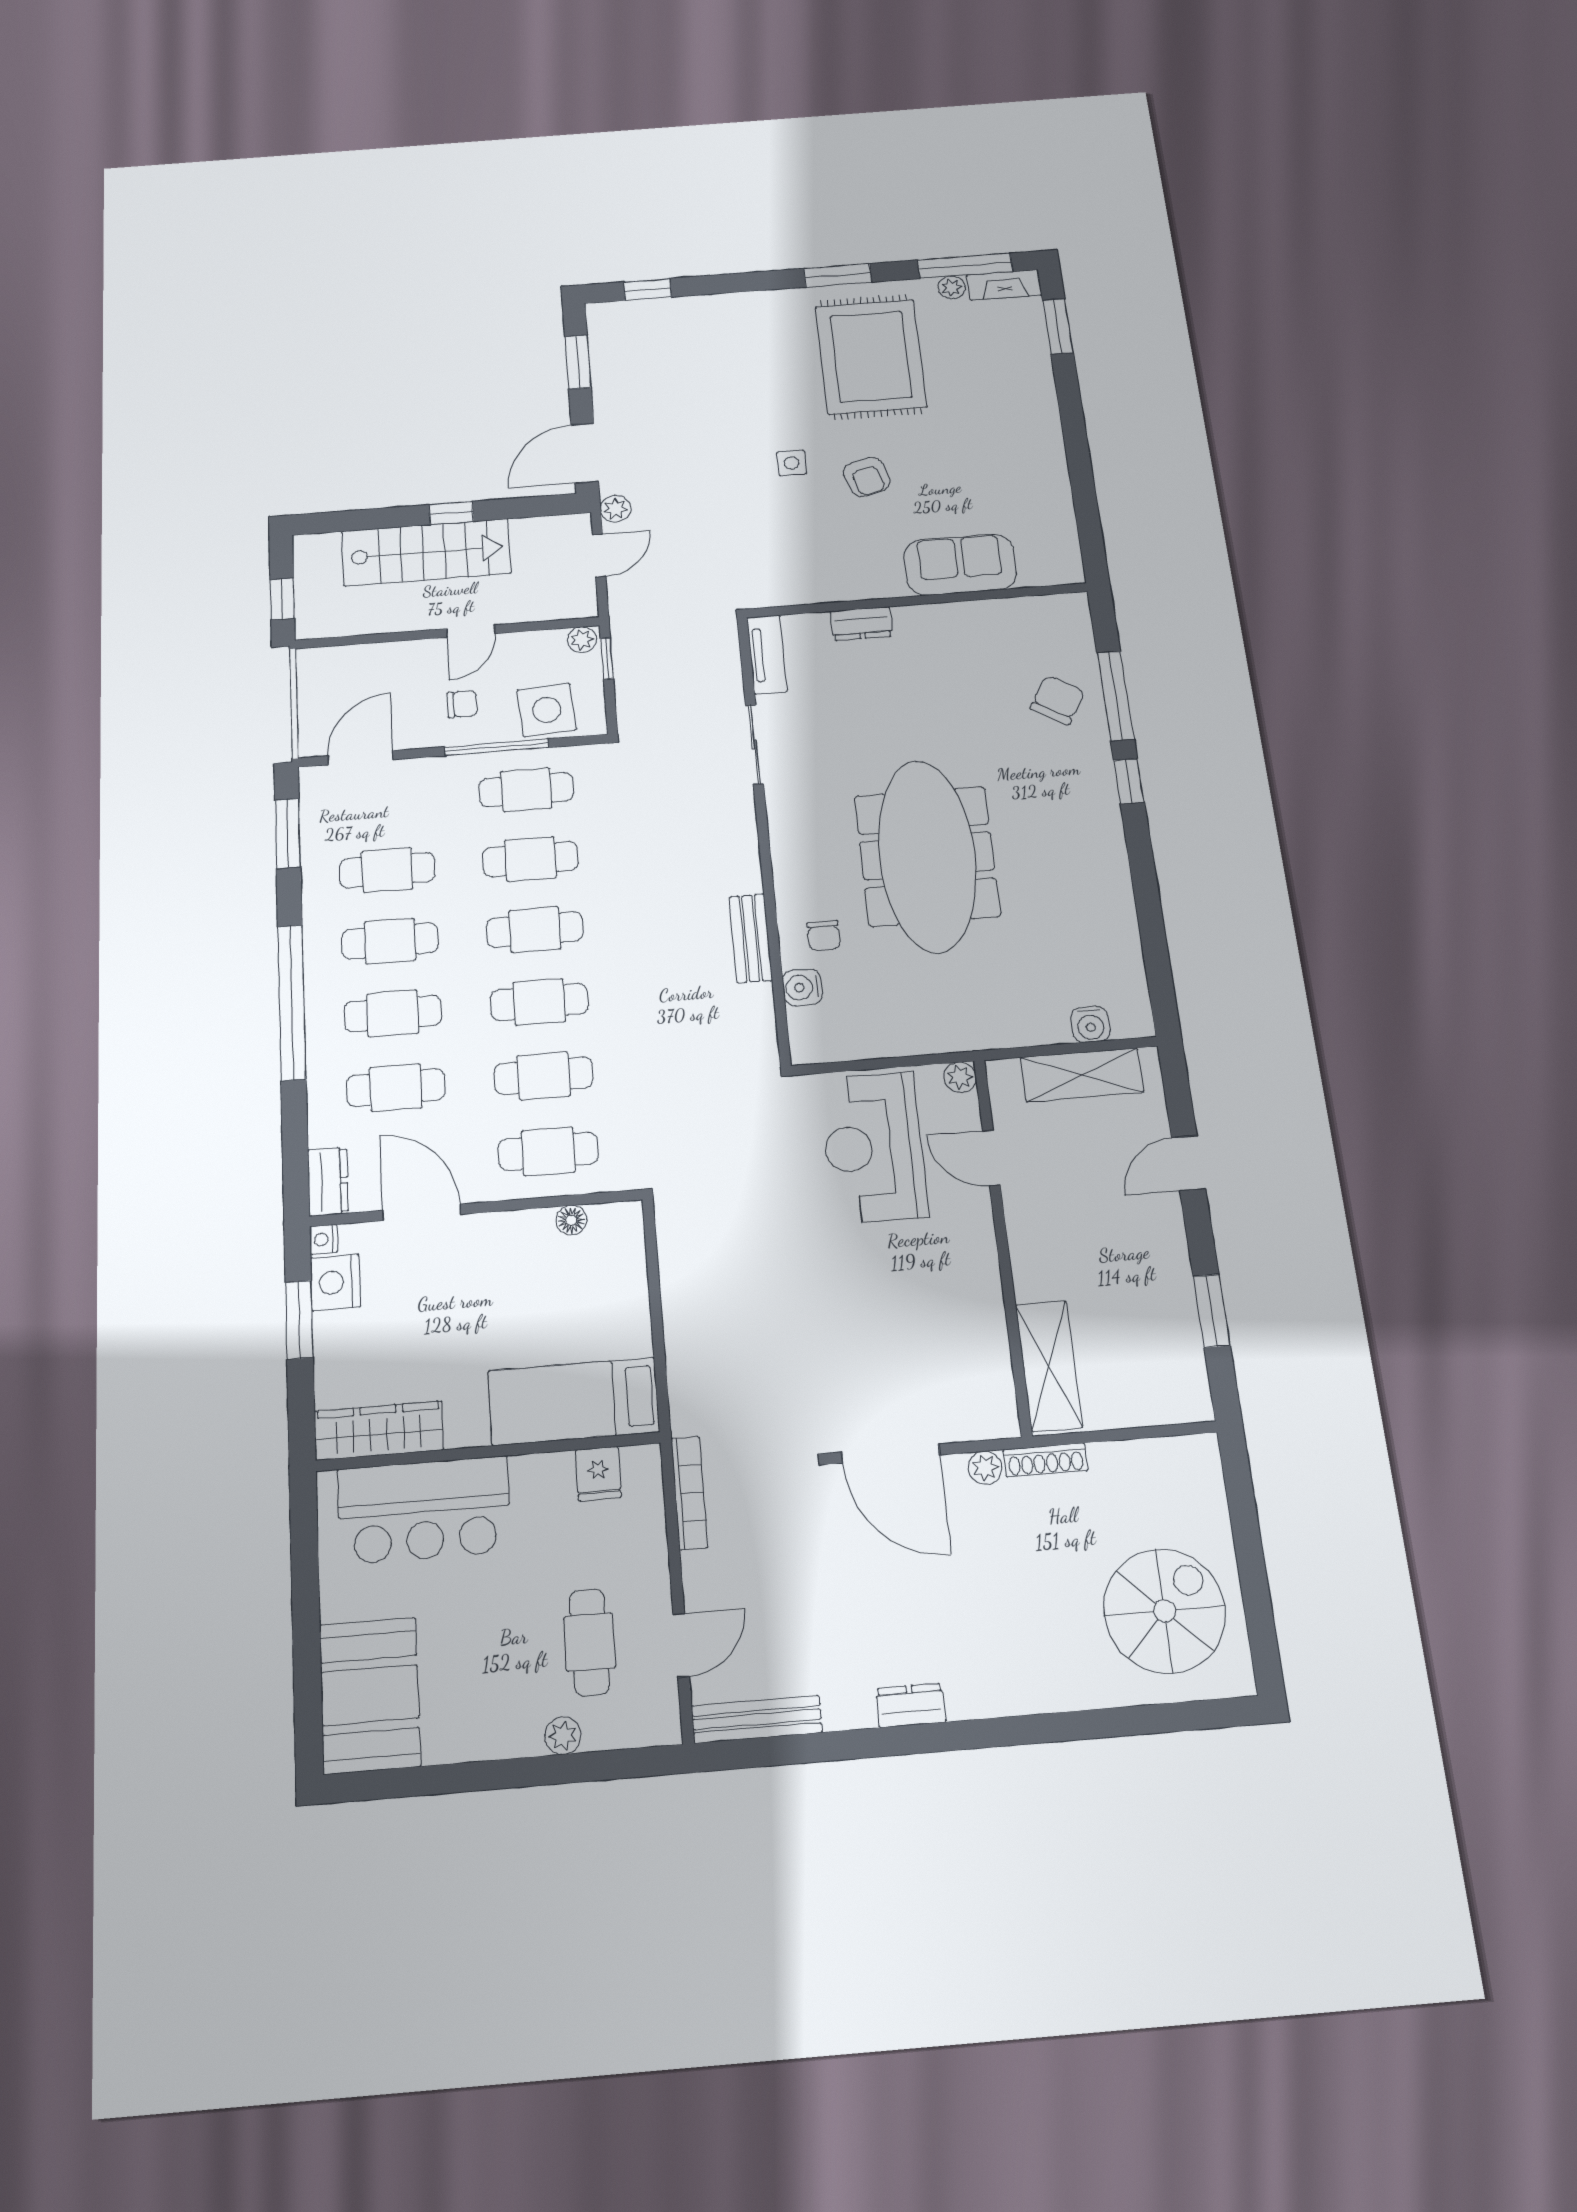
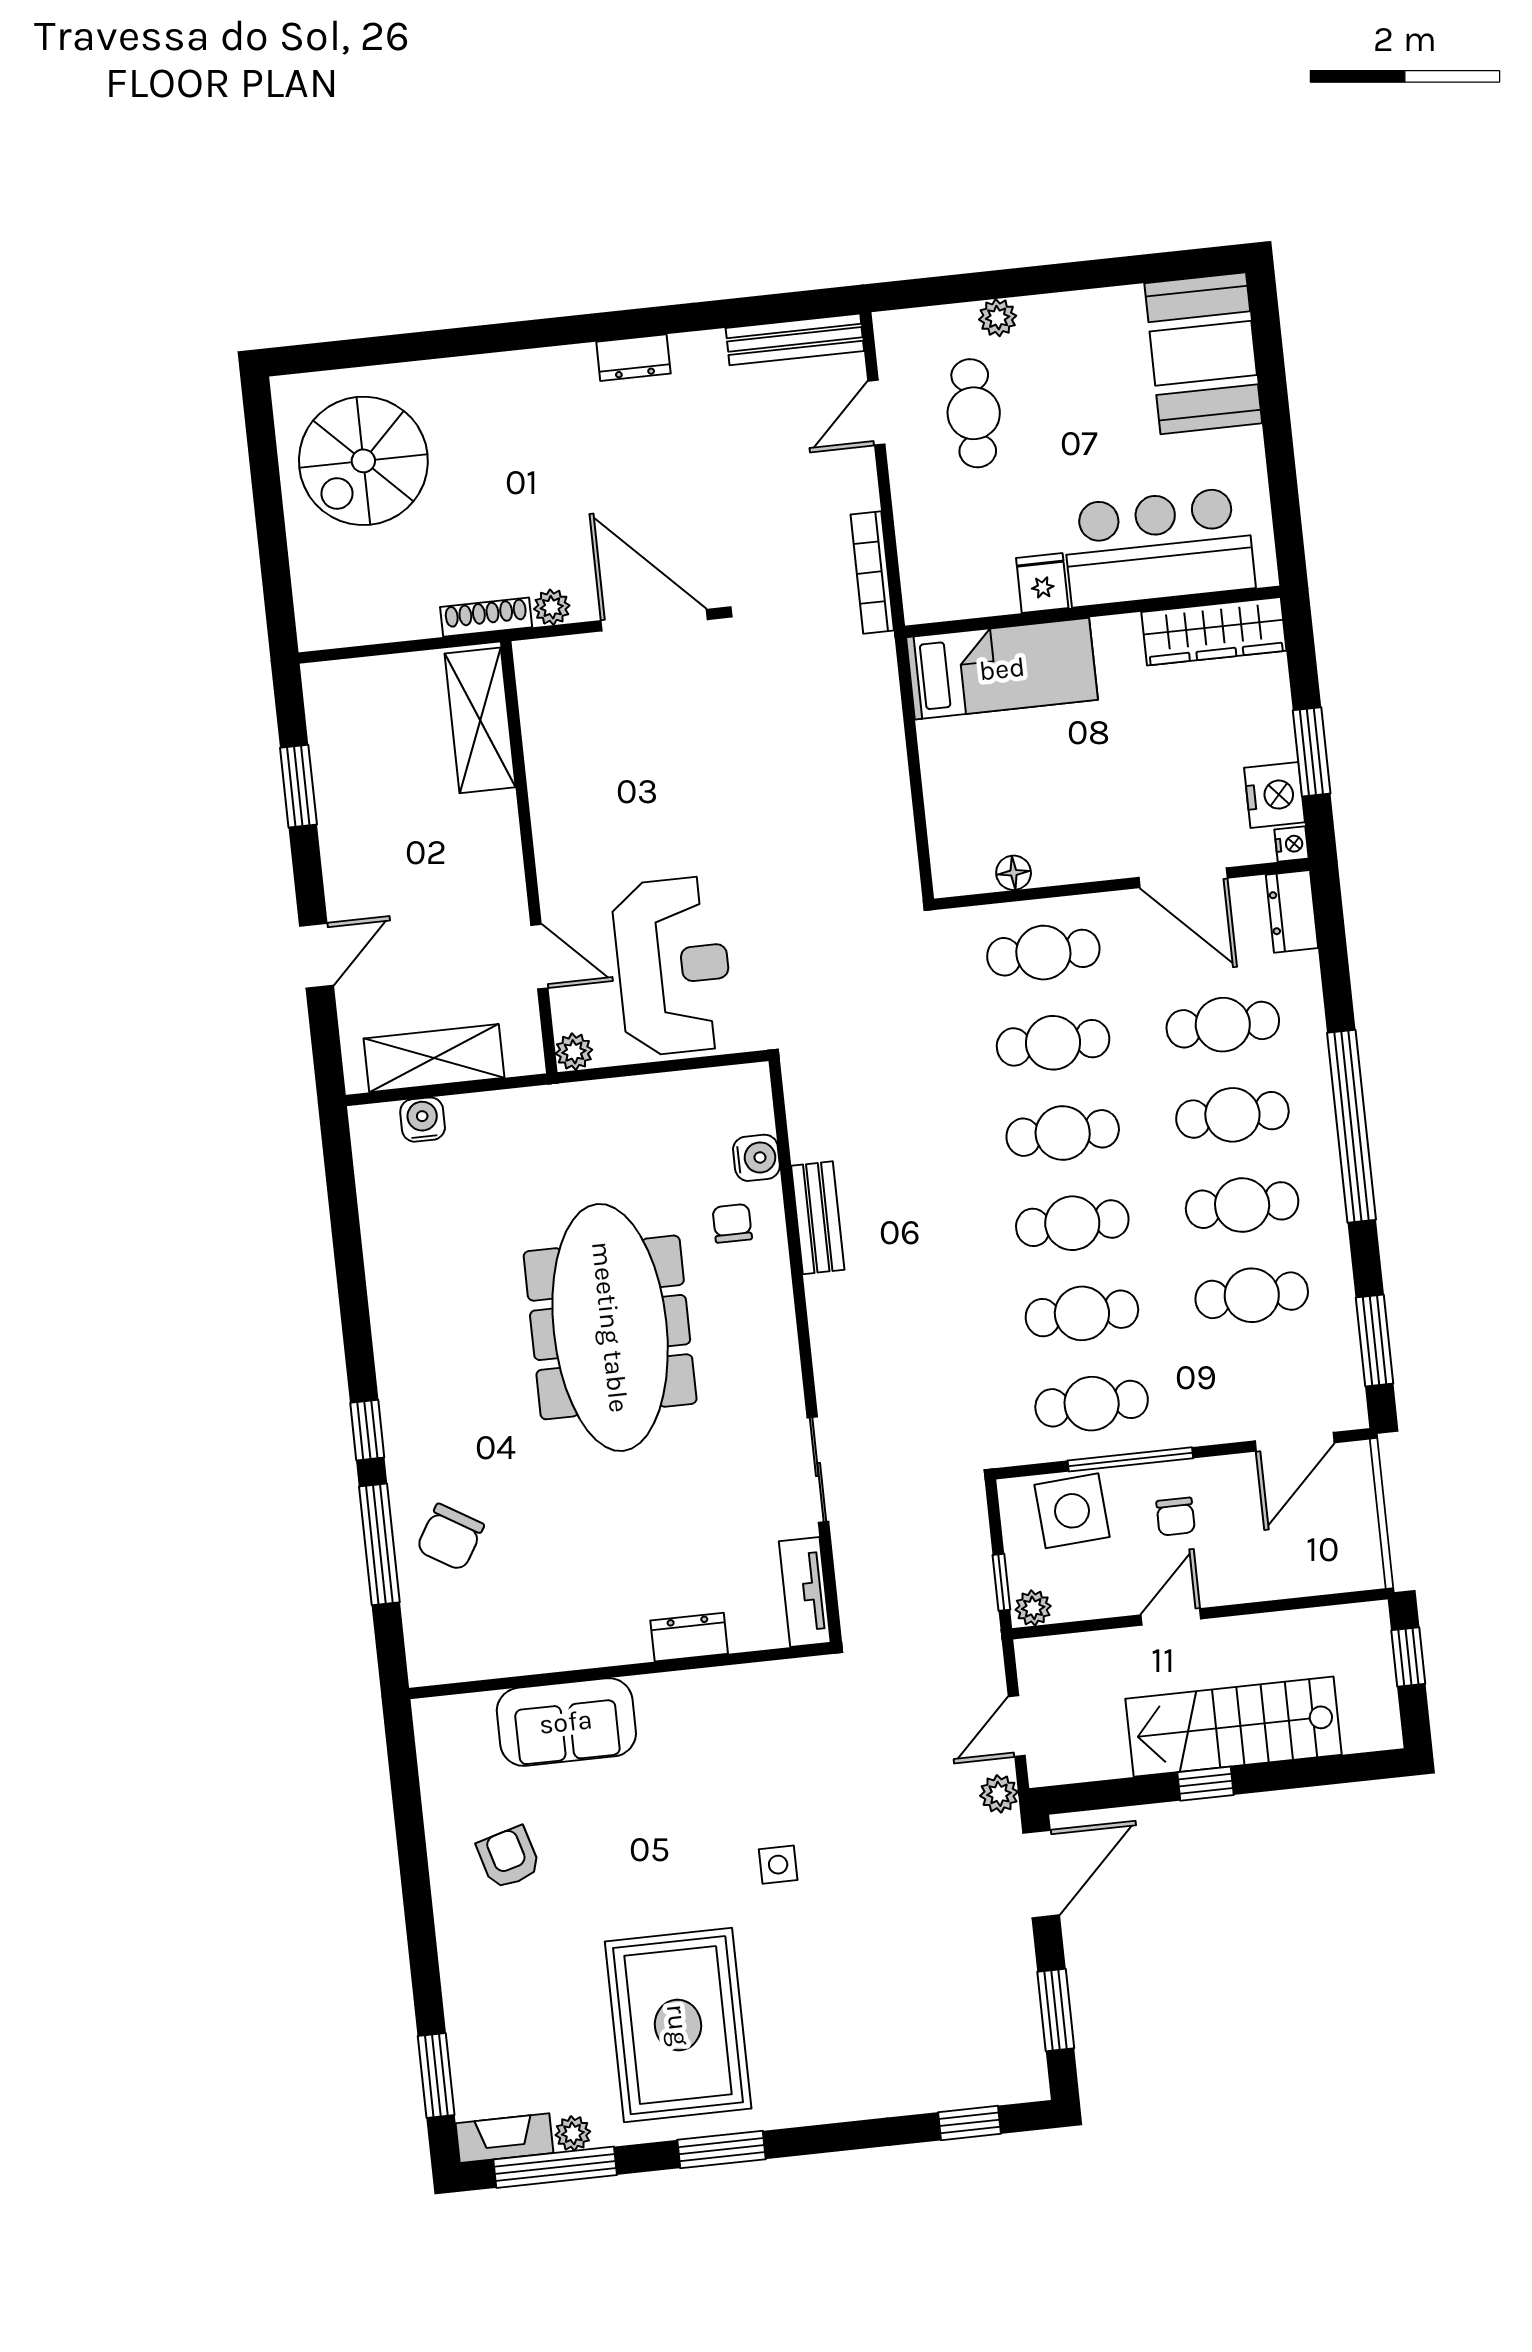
armchair: (867, 477) -> (509, 1858), moved
chair: (462, 704) -> (1176, 1517), turned -90
fridge: (598, 1474) -> (1042, 583), moved

